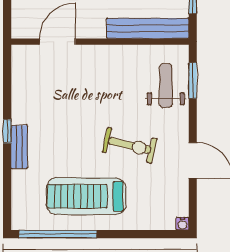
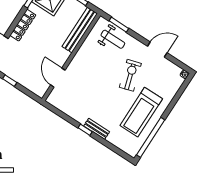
weight bench: (166, 86) -> (113, 39), turned 180
exercise bike: (130, 145) -> (130, 75), turned -30

